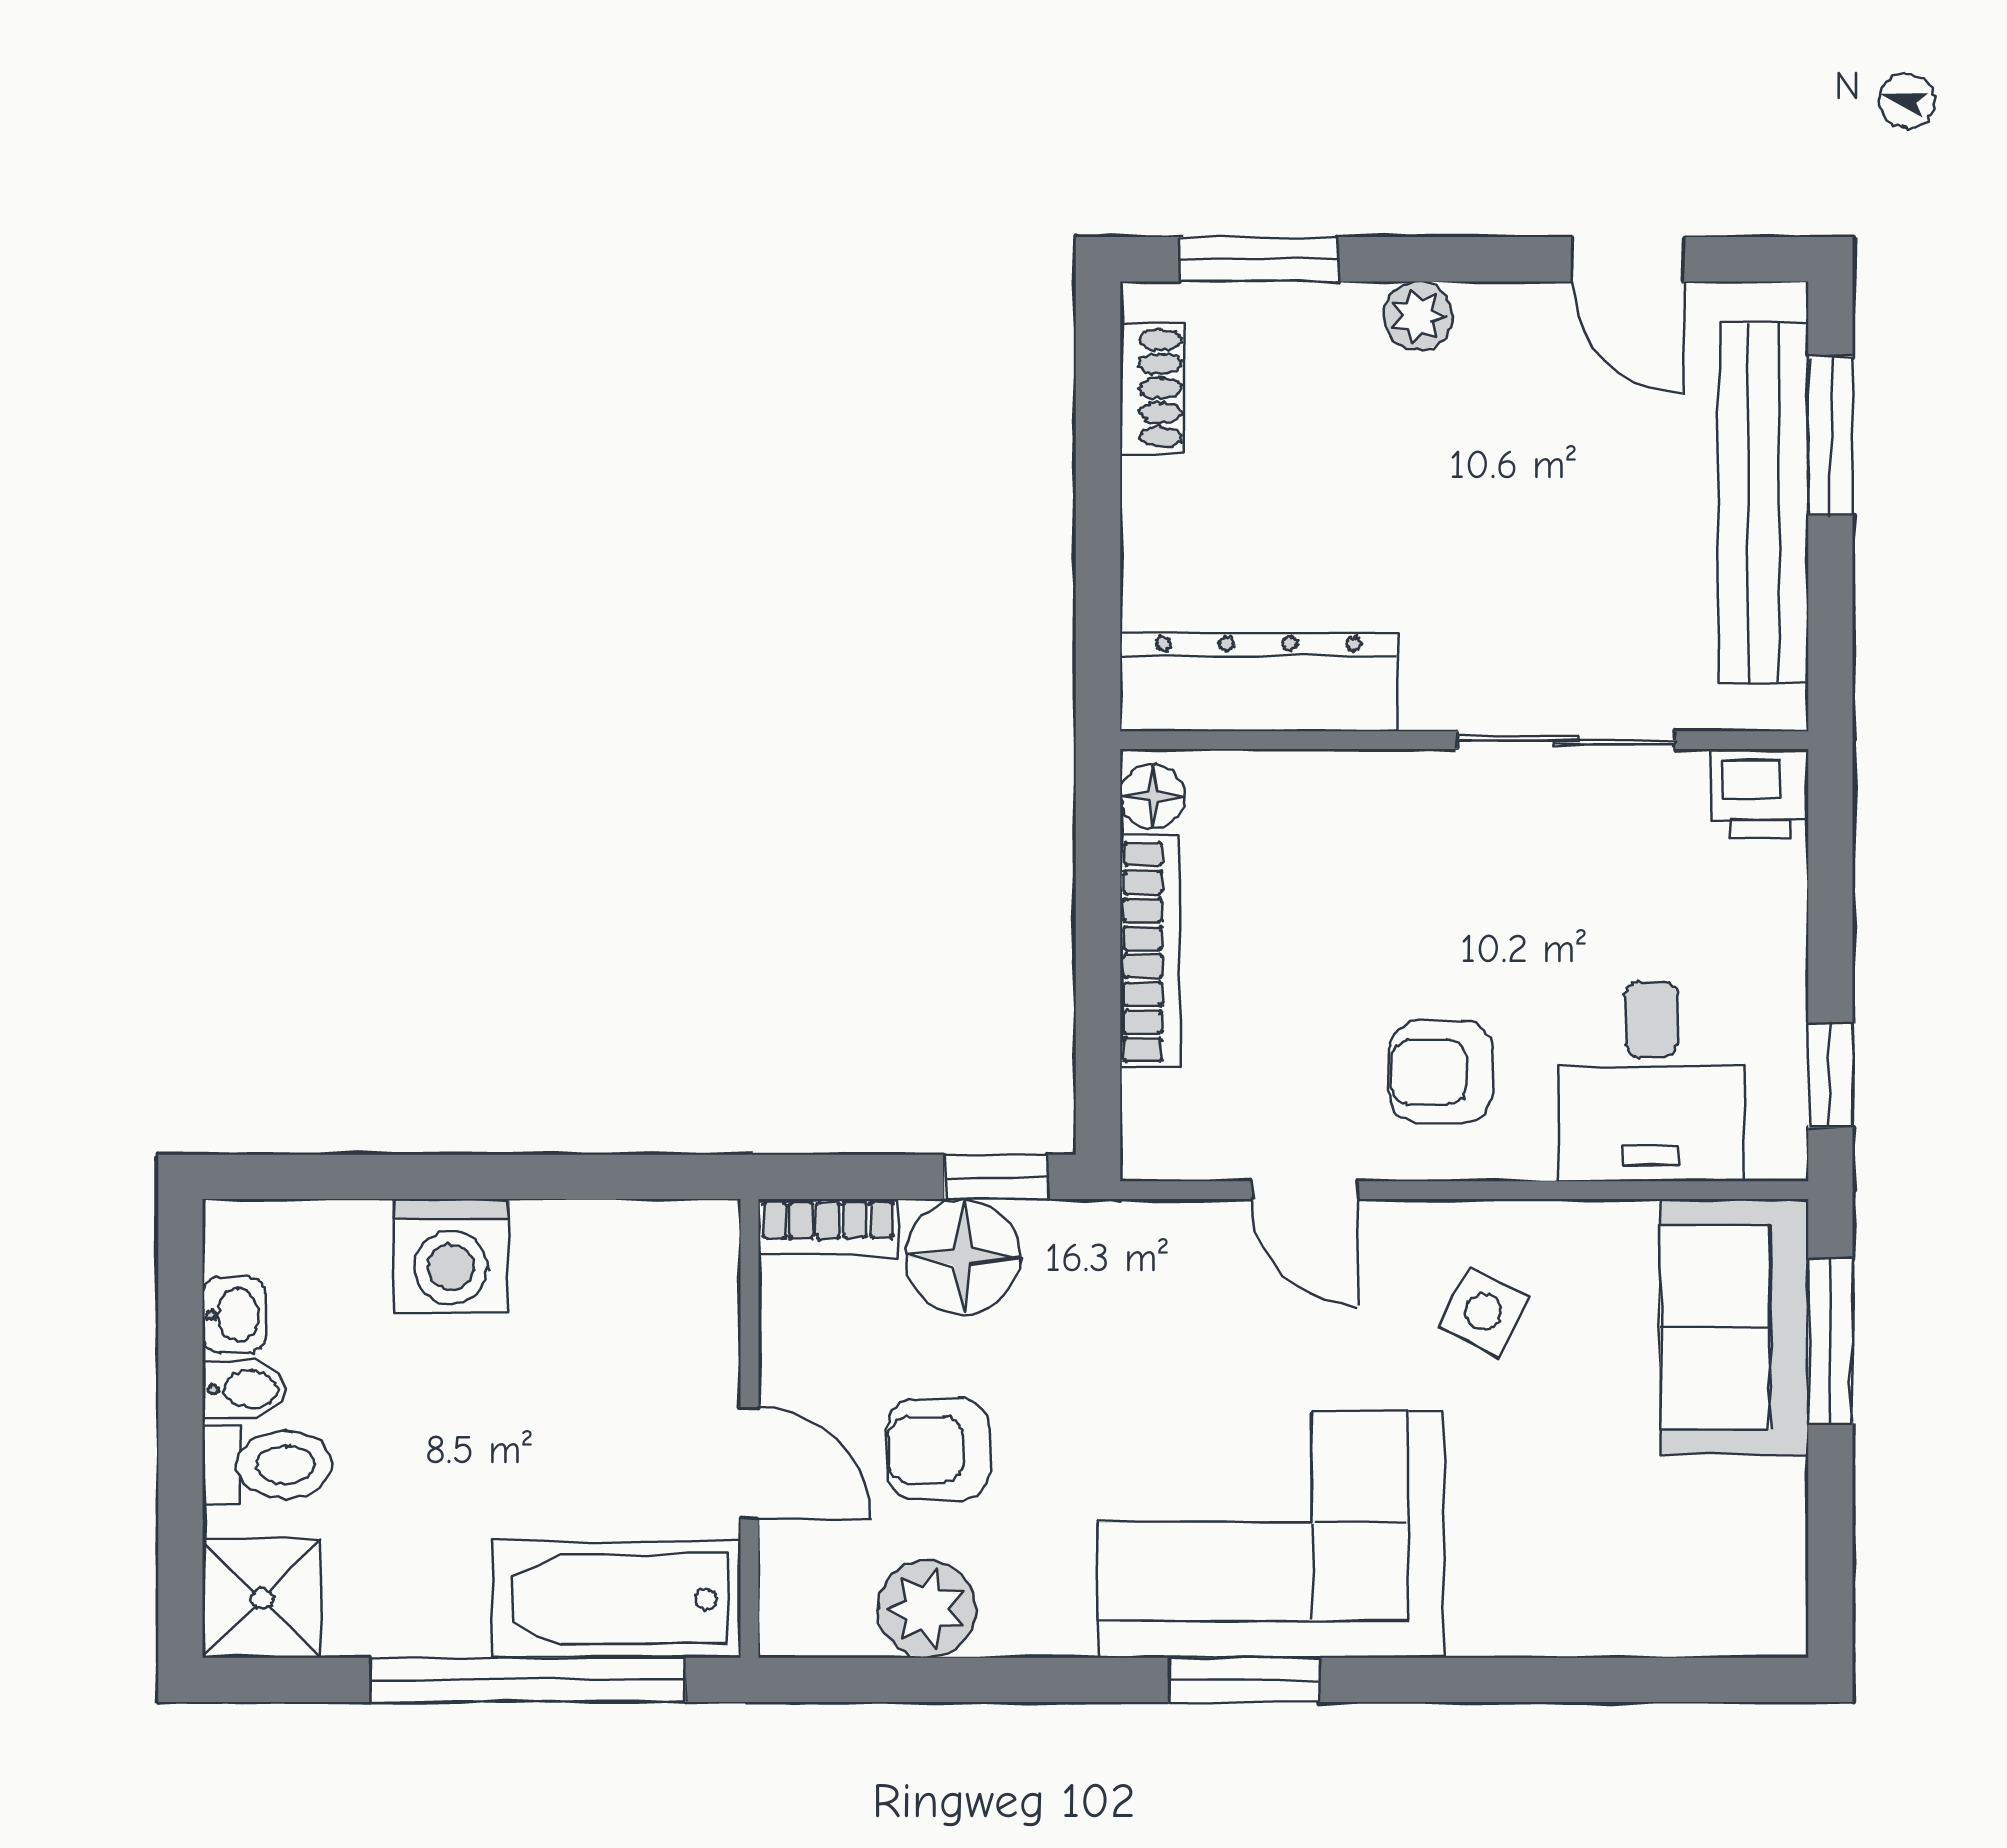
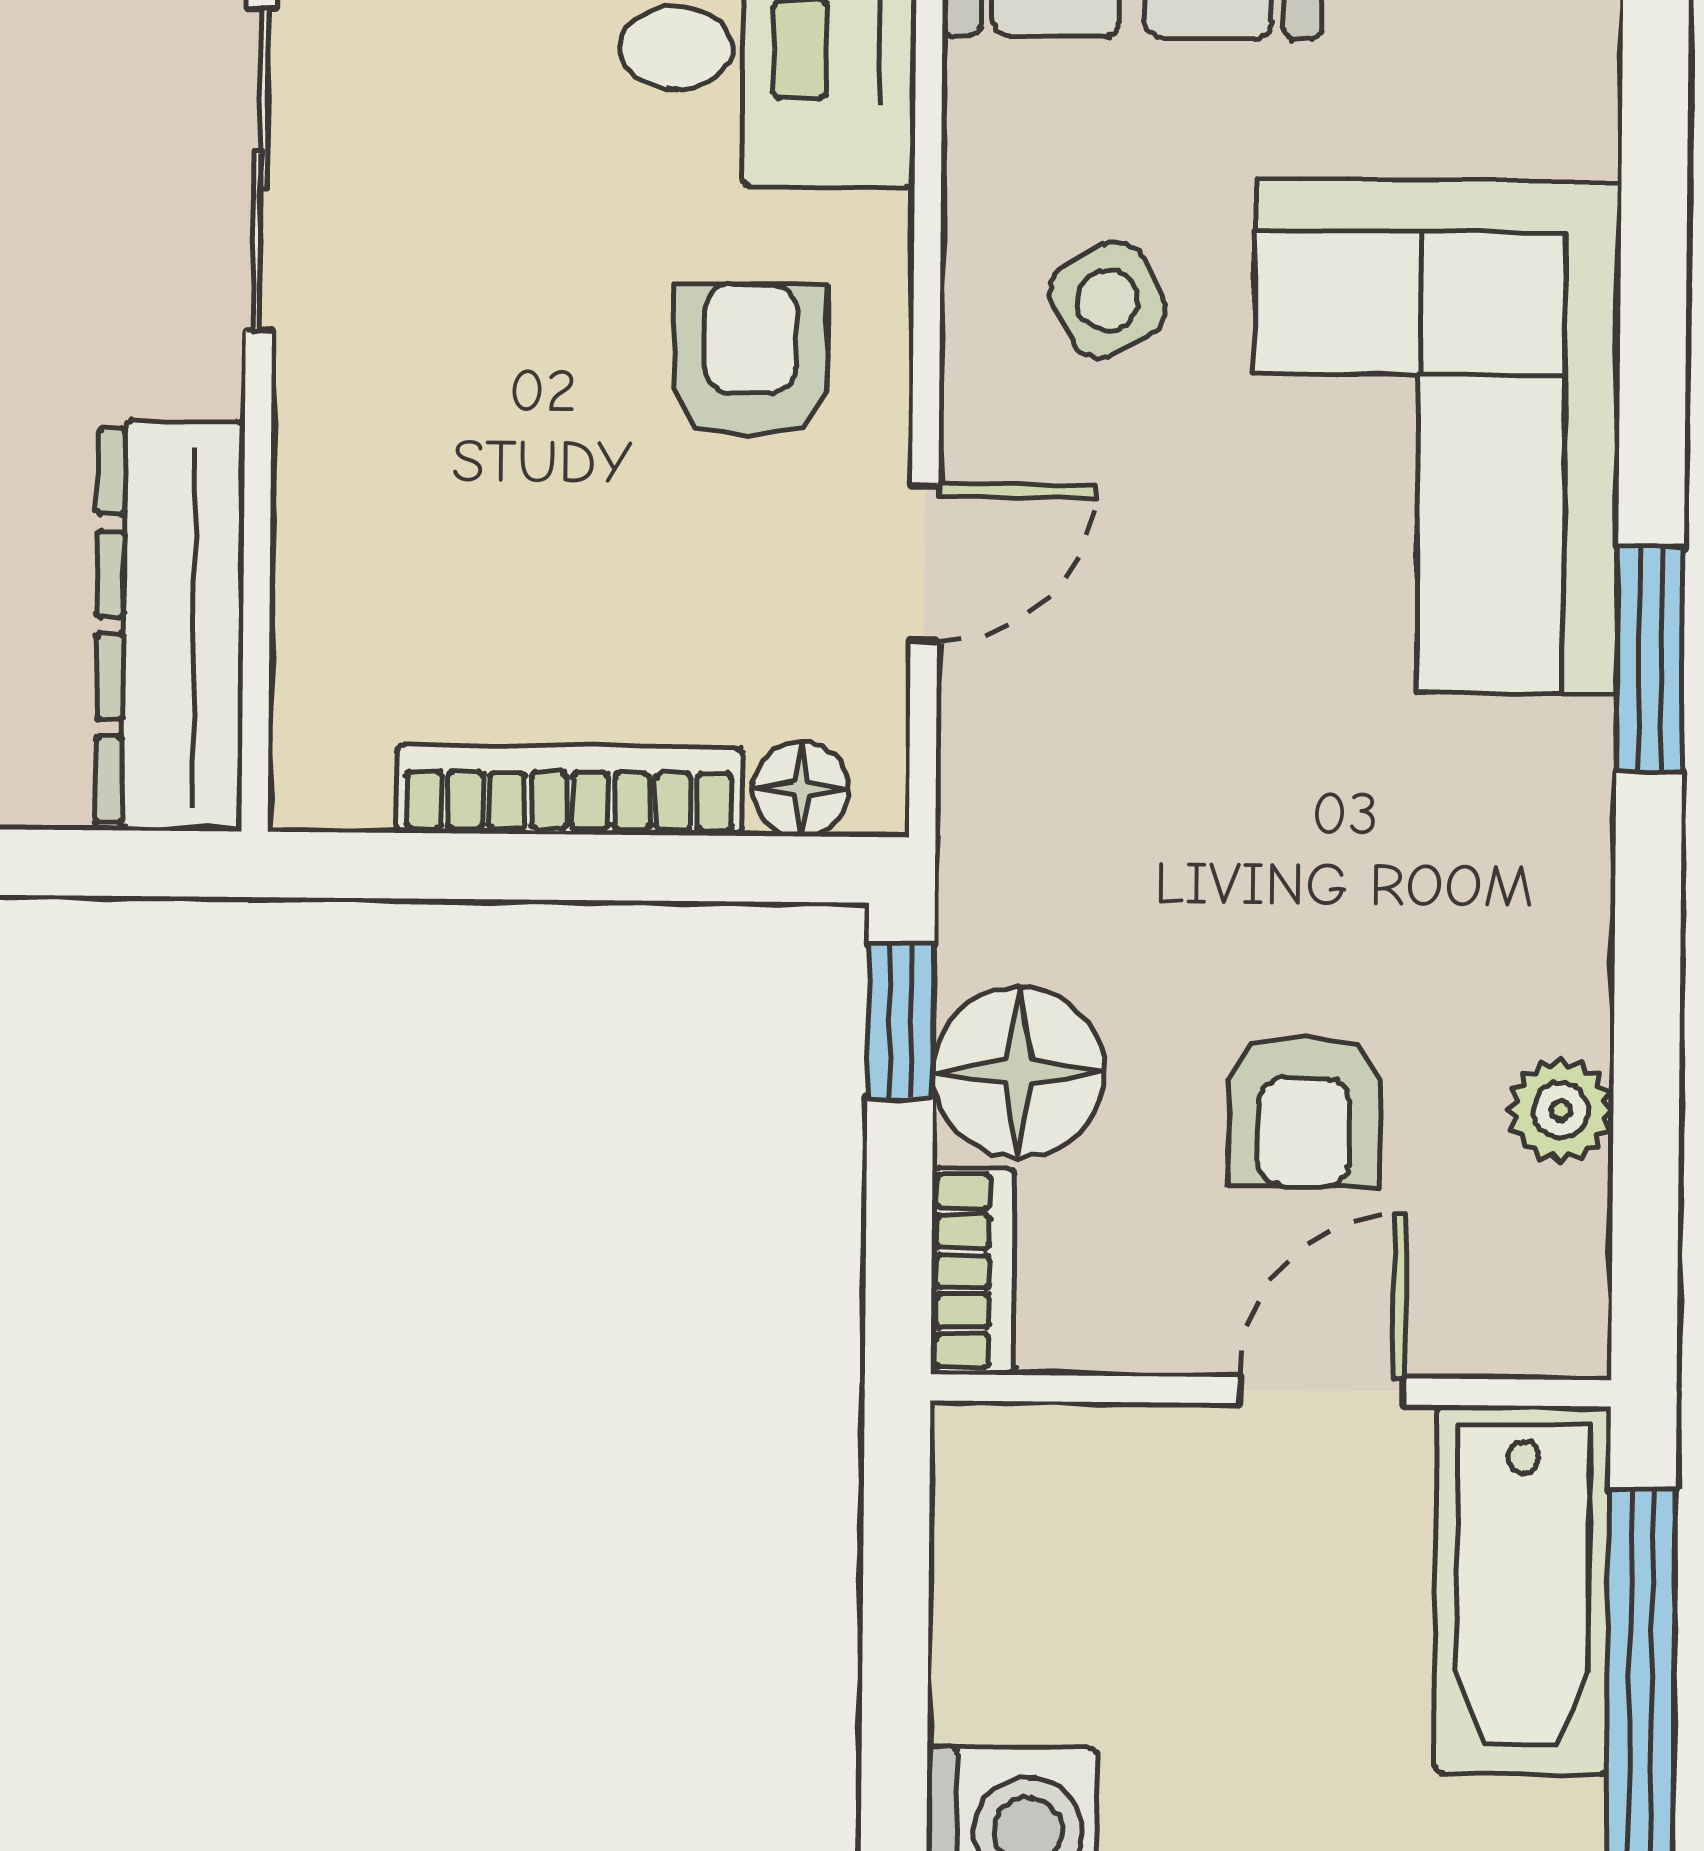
floor lamp: (1152, 796) -> (801, 789), moved
armchair: (1441, 1072) -> (751, 360), turned 180
side table: (1483, 1312) -> (1108, 300), turned 35
corner sofa: (1270, 1535) -> (1437, 436), moved
plant: (927, 1609) -> (1561, 1110), width x0.73, depth x0.73

